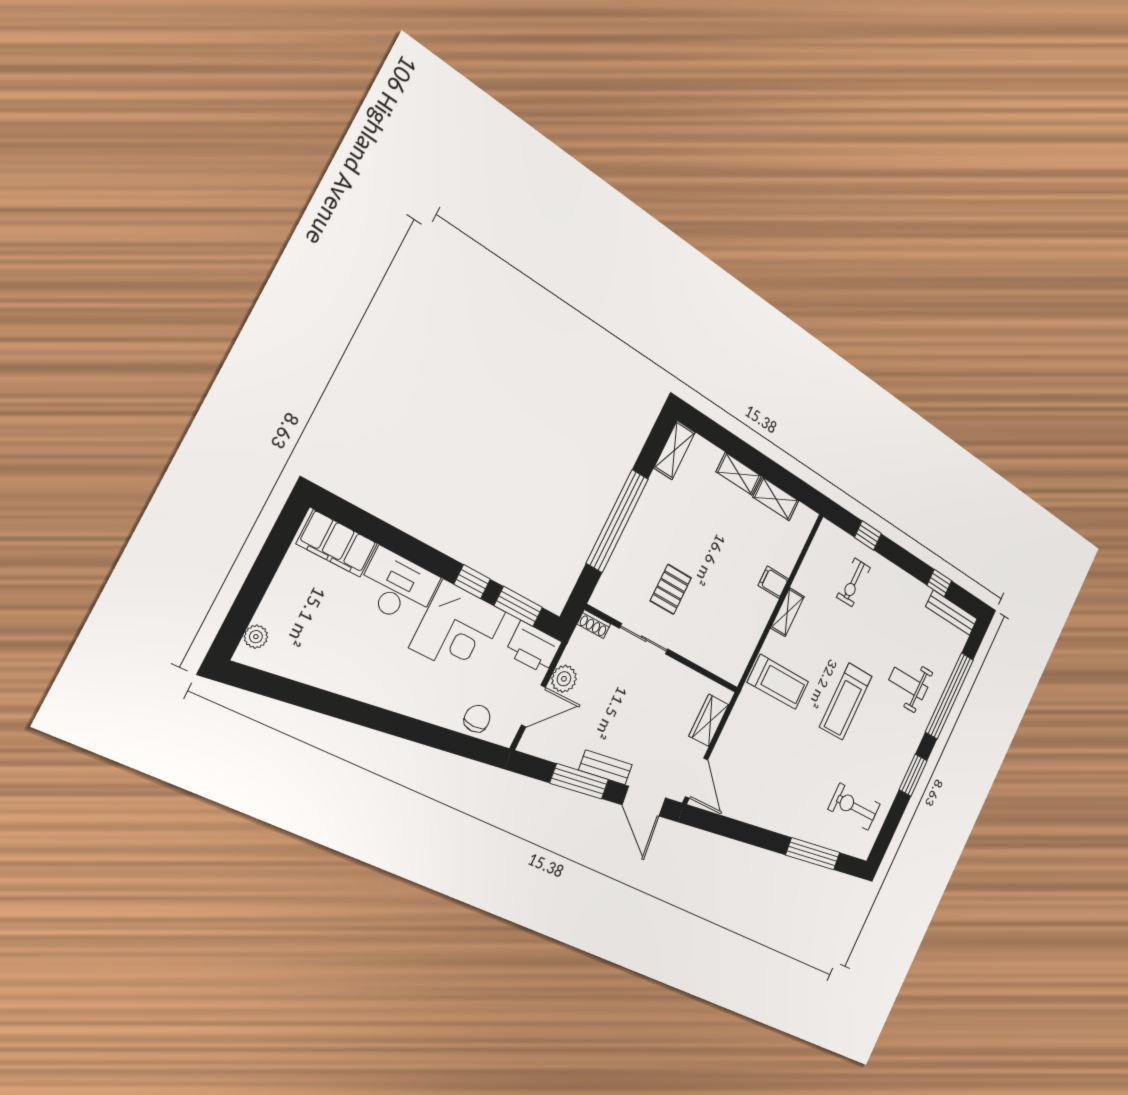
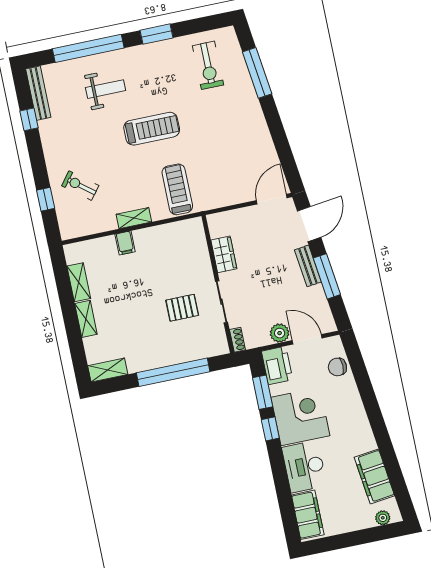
exercise bike: (853, 582) -> (80, 186), turned -142
filing cabinet: (316, 666) -> (374, 476), added
weight bench: (908, 684) -> (106, 89), turned -90
wardrobe: (709, 720) -> (224, 254), moved, turned -90

